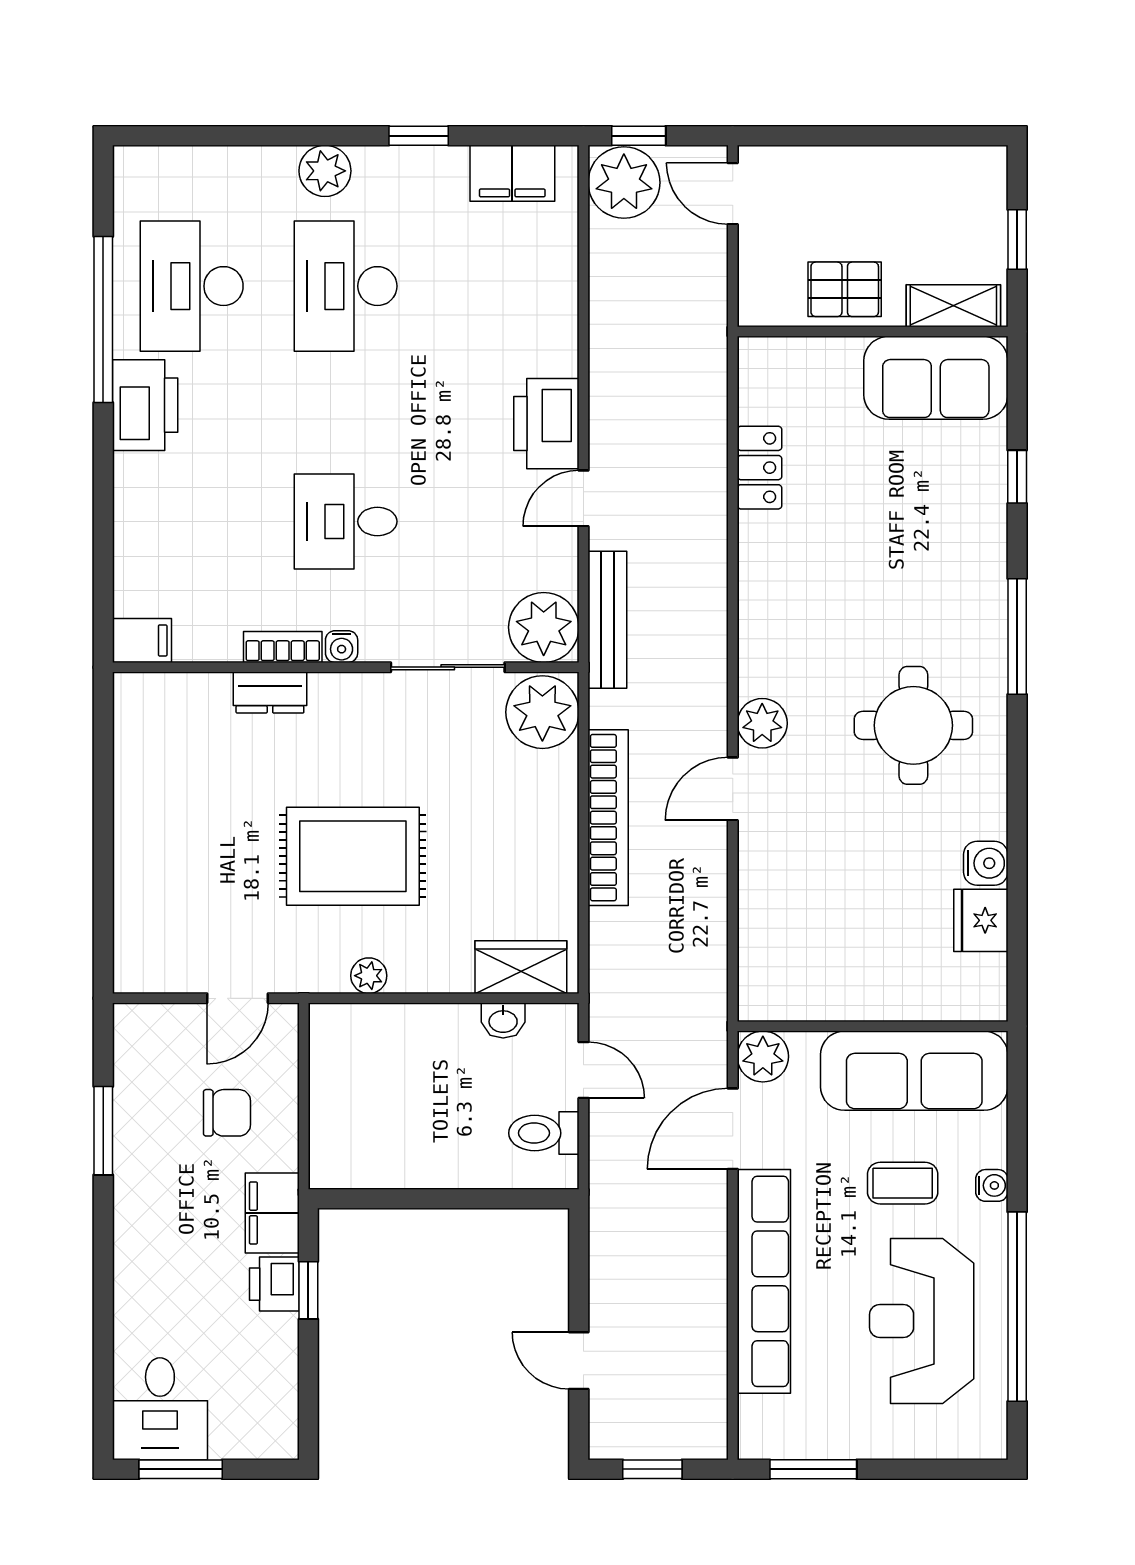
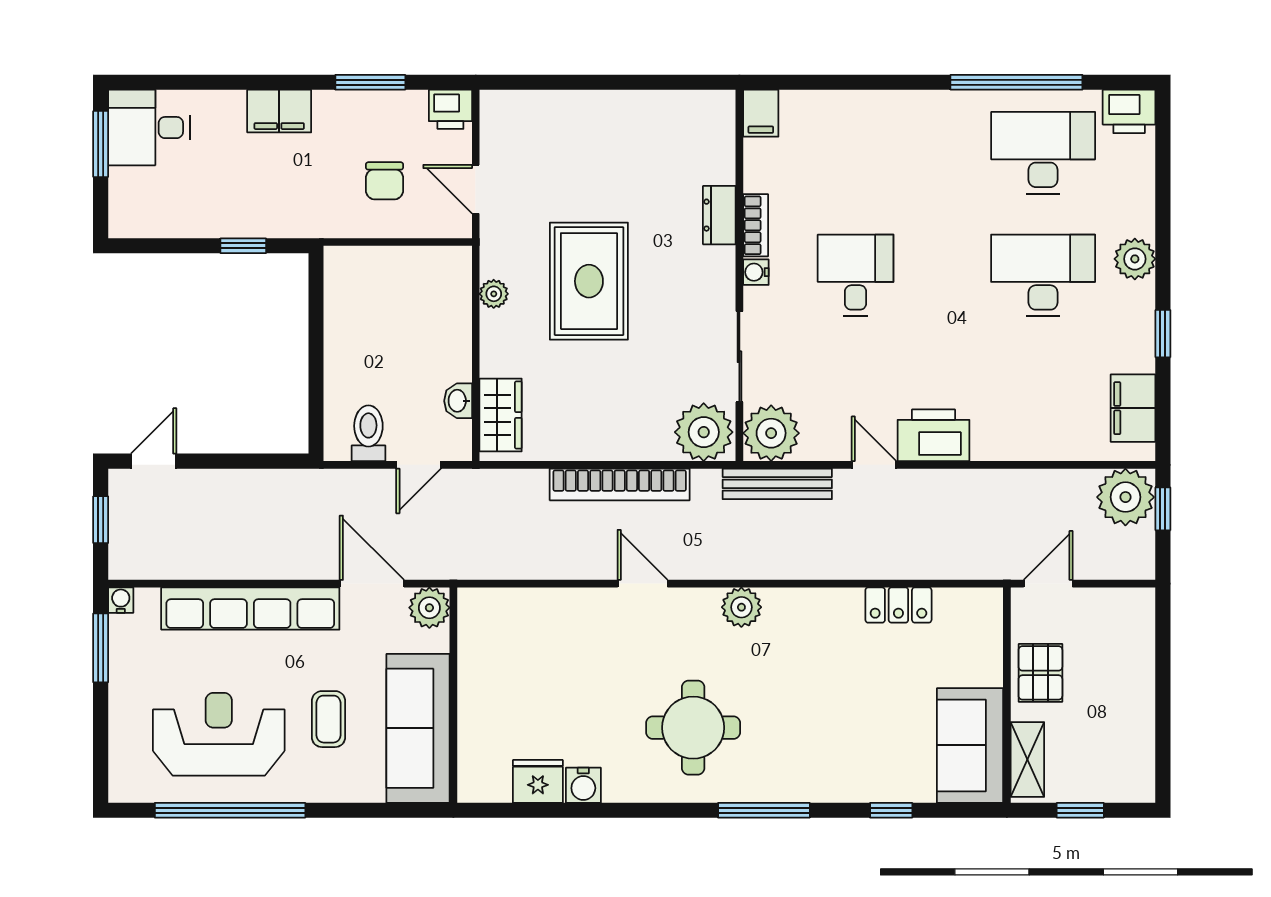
door: (733, 194) -> (1048, 584), moved
printer: (145, 405) -> (1129, 111), moved, width x0.73, depth x0.84
plant: (762, 723) -> (741, 607), moved
water cooler: (992, 1185) -> (121, 600), moved, turned 180
filing cabinet: (272, 1213) -> (279, 111), moved, turned 180
printer: (274, 1284) -> (450, 109), moved, turned 180
door: (579, 1361) -> (154, 461), moved

